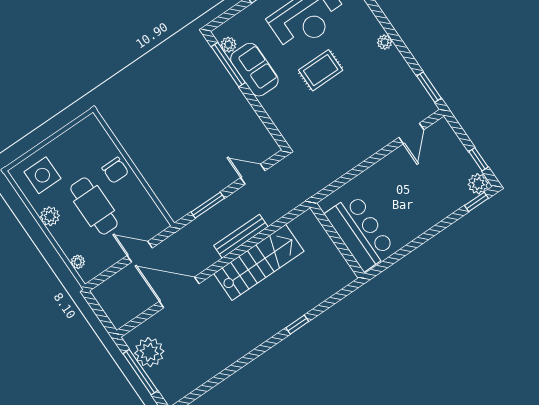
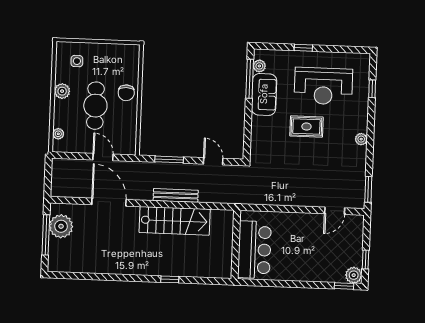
side table: (42, 175) -> (77, 61), width x0.54, depth x0.54

